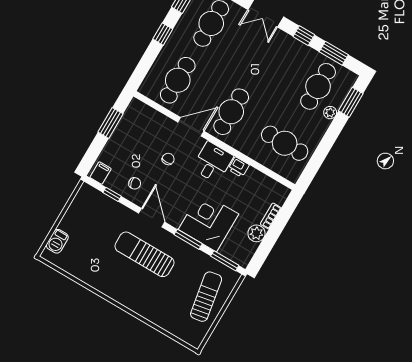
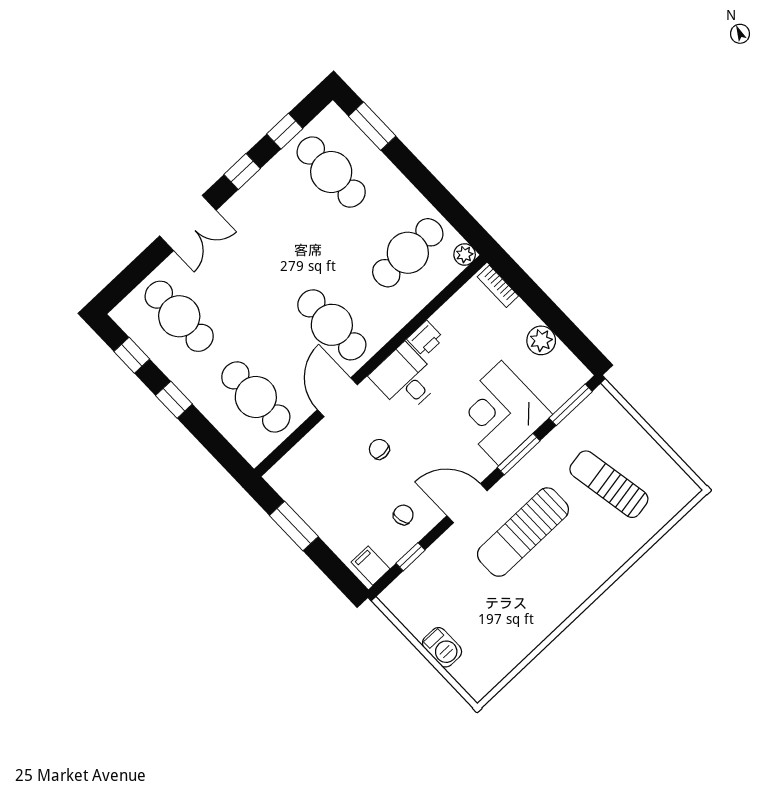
window: (334, 53) -> (285, 131), width x0.67
plant: (330, 113) -> (465, 254), moved
bookcase: (271, 216) -> (498, 286), moved
barbecue: (57, 241) -> (442, 647), moved
sun lounger: (206, 297) -> (609, 484), moved

